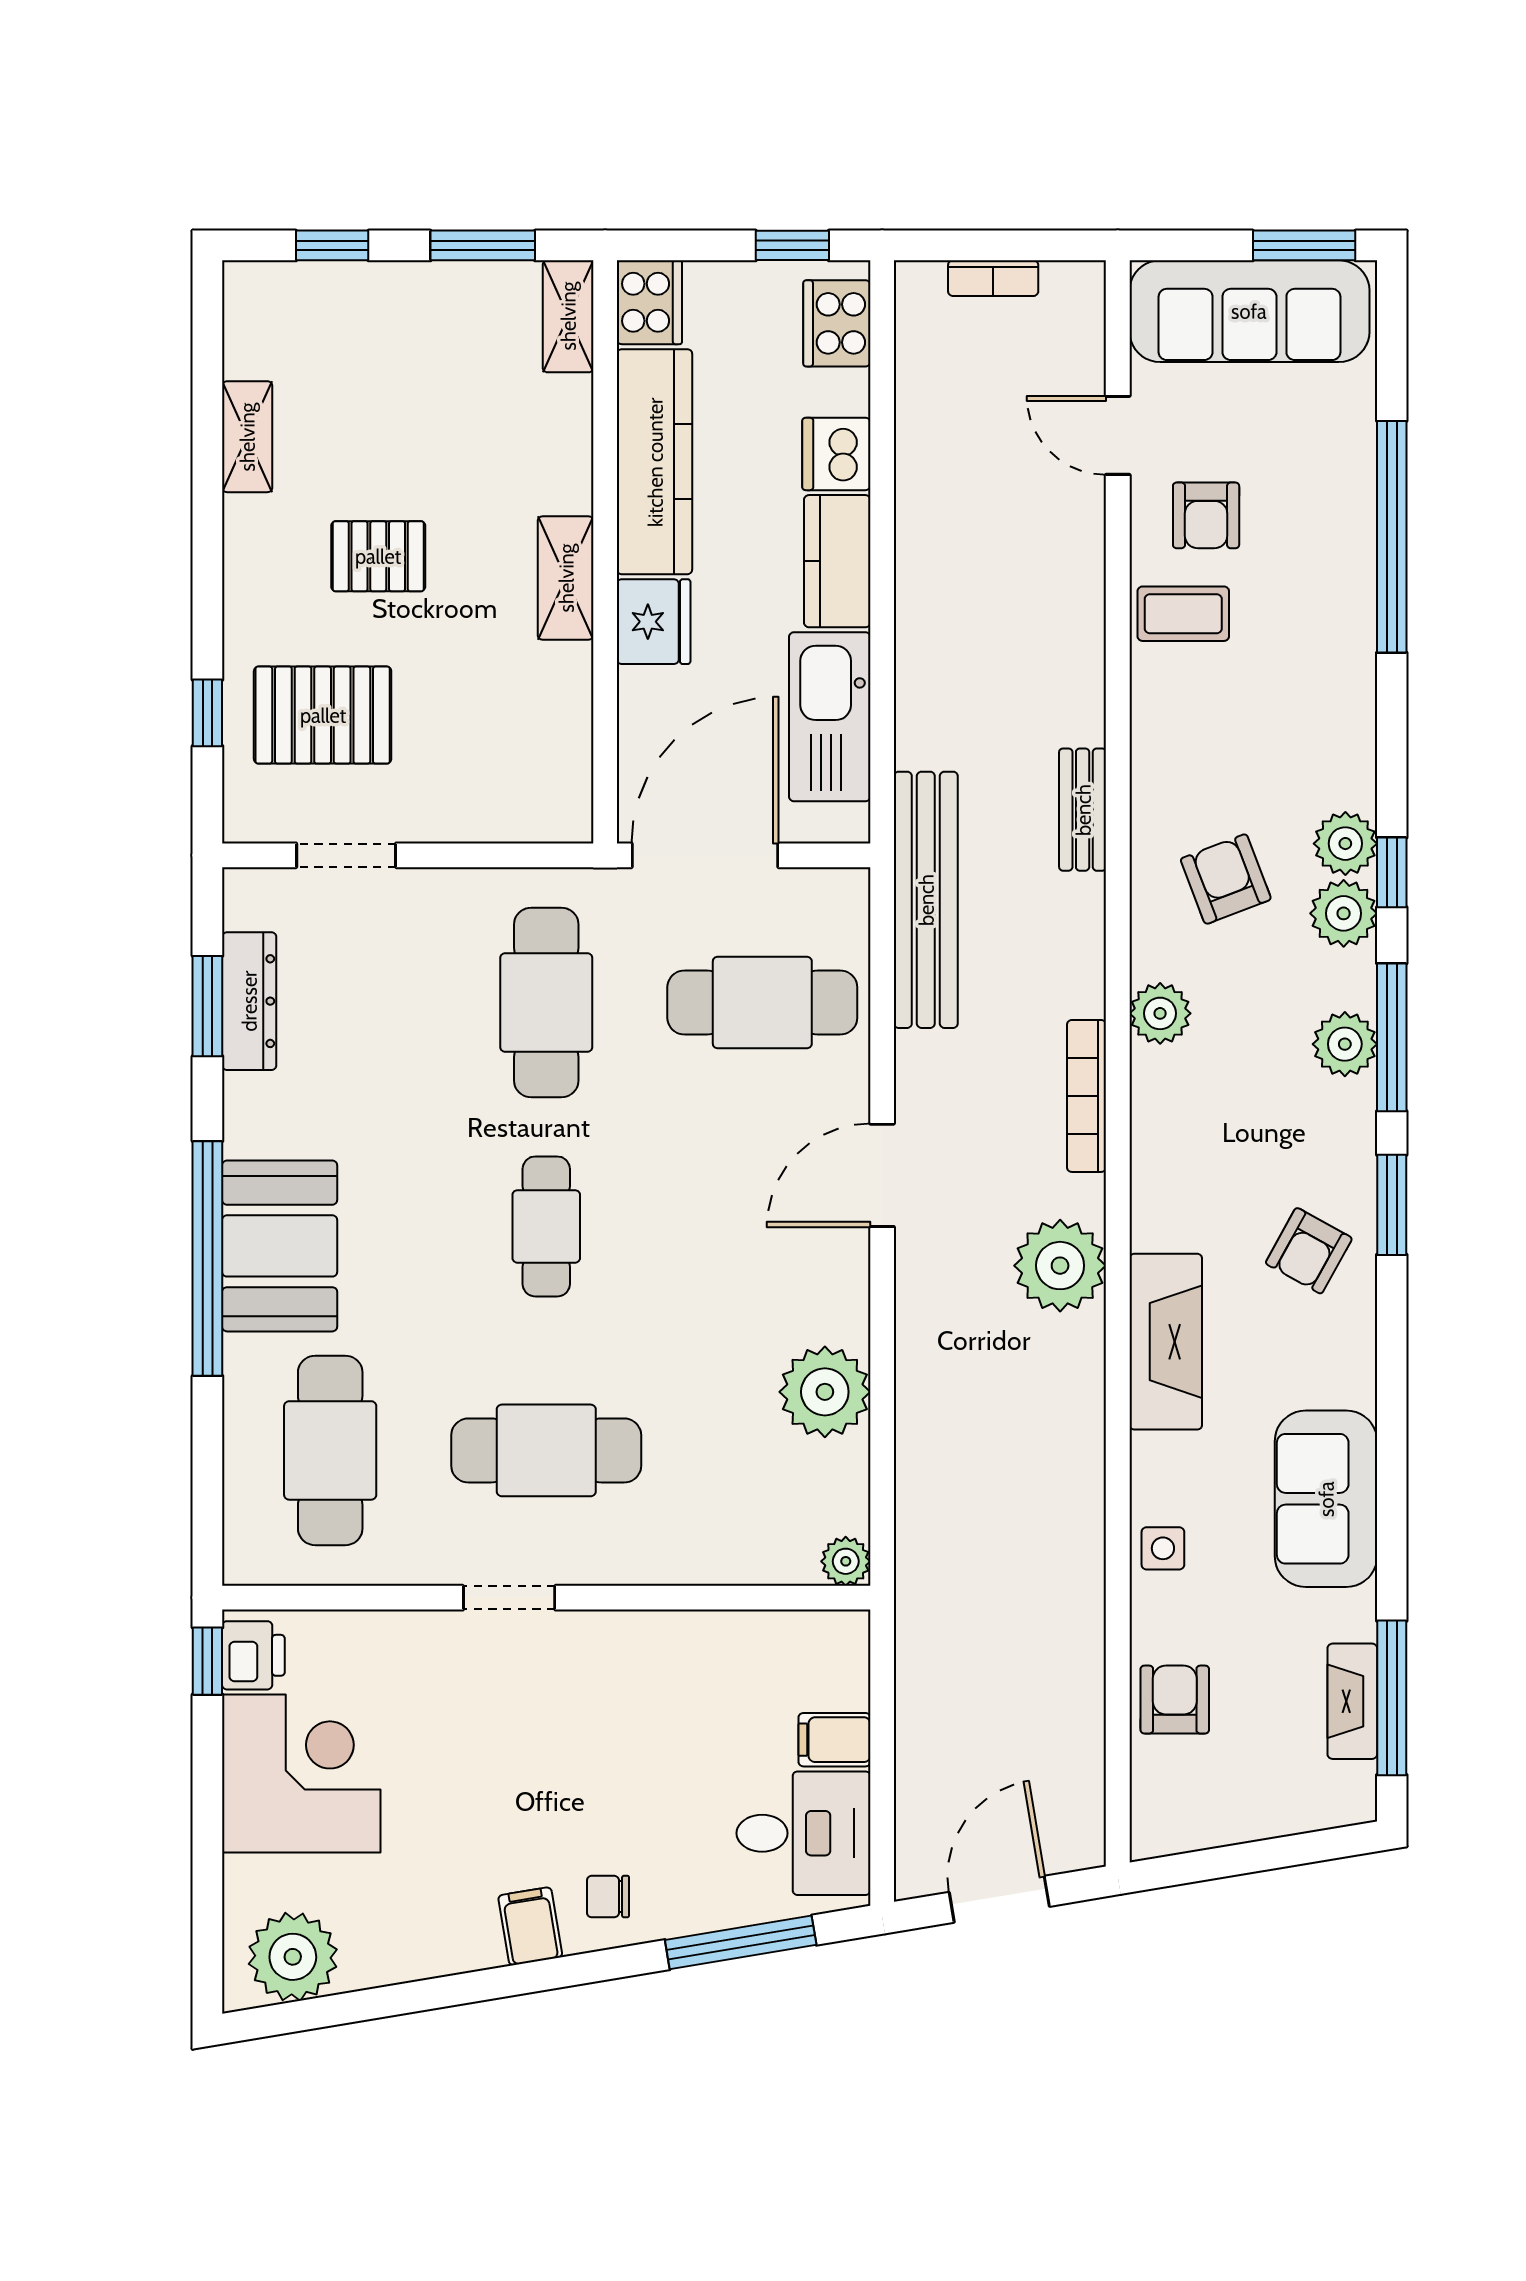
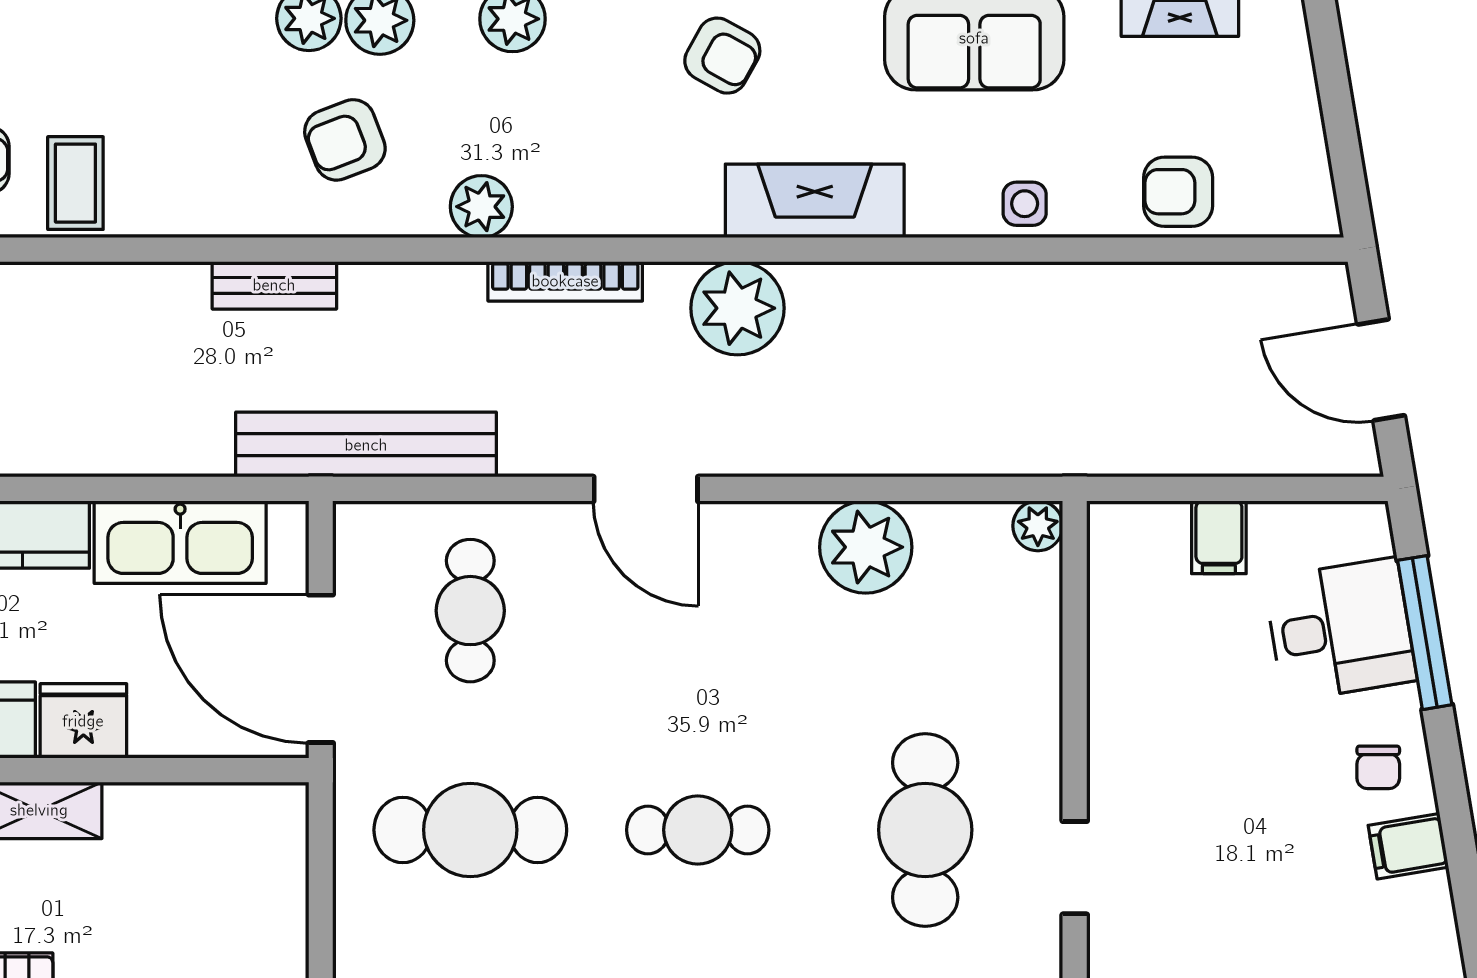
cafe table: (762, 1003) -> (470, 611), width x0.73, depth x0.74
desk: (803, 1833) -> (1340, 630), moved, turned 81

